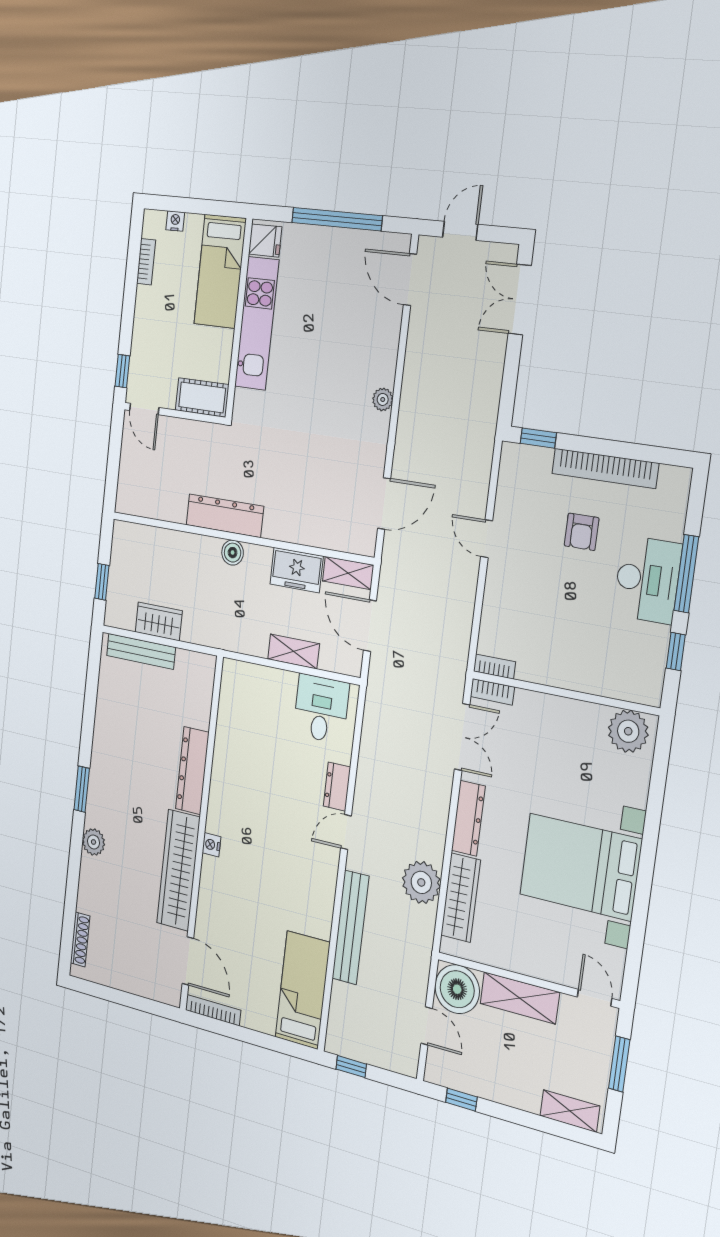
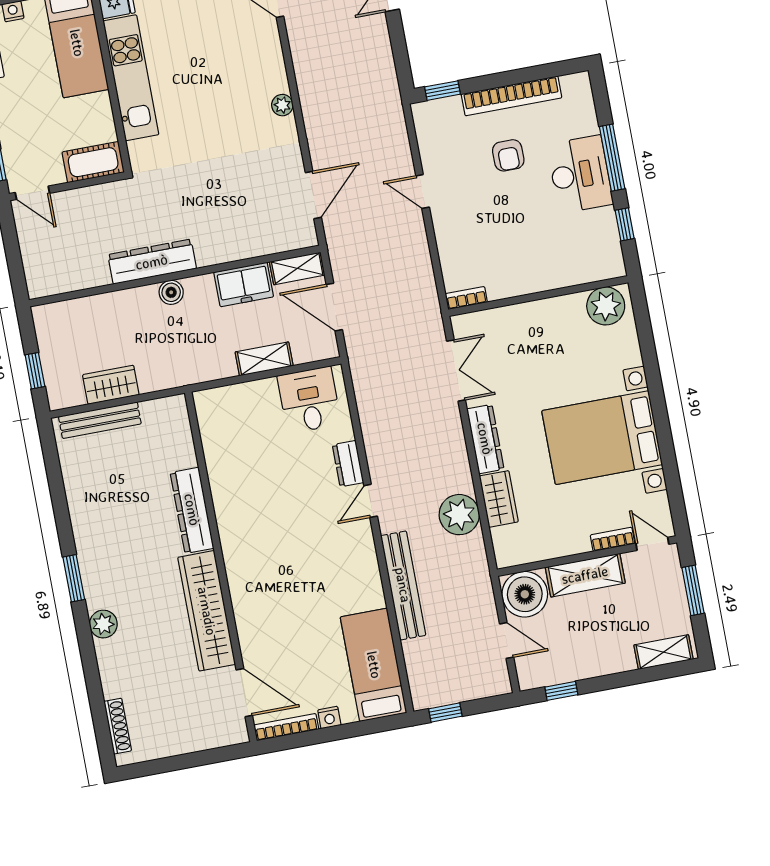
bookcase: (492, 692) -> (613, 539), moved, turned 180
nightstand: (211, 845) -> (329, 718), moved, turned -90
wardrobe: (461, 898) -> (499, 499), width x0.67

